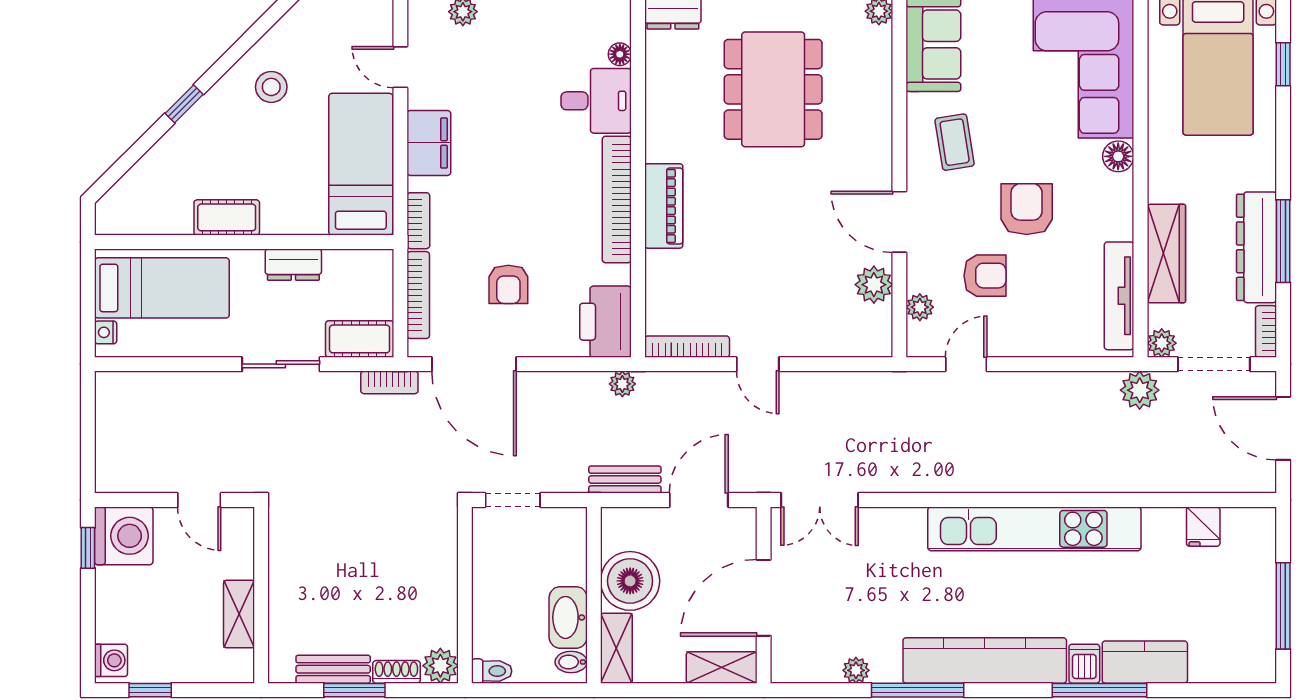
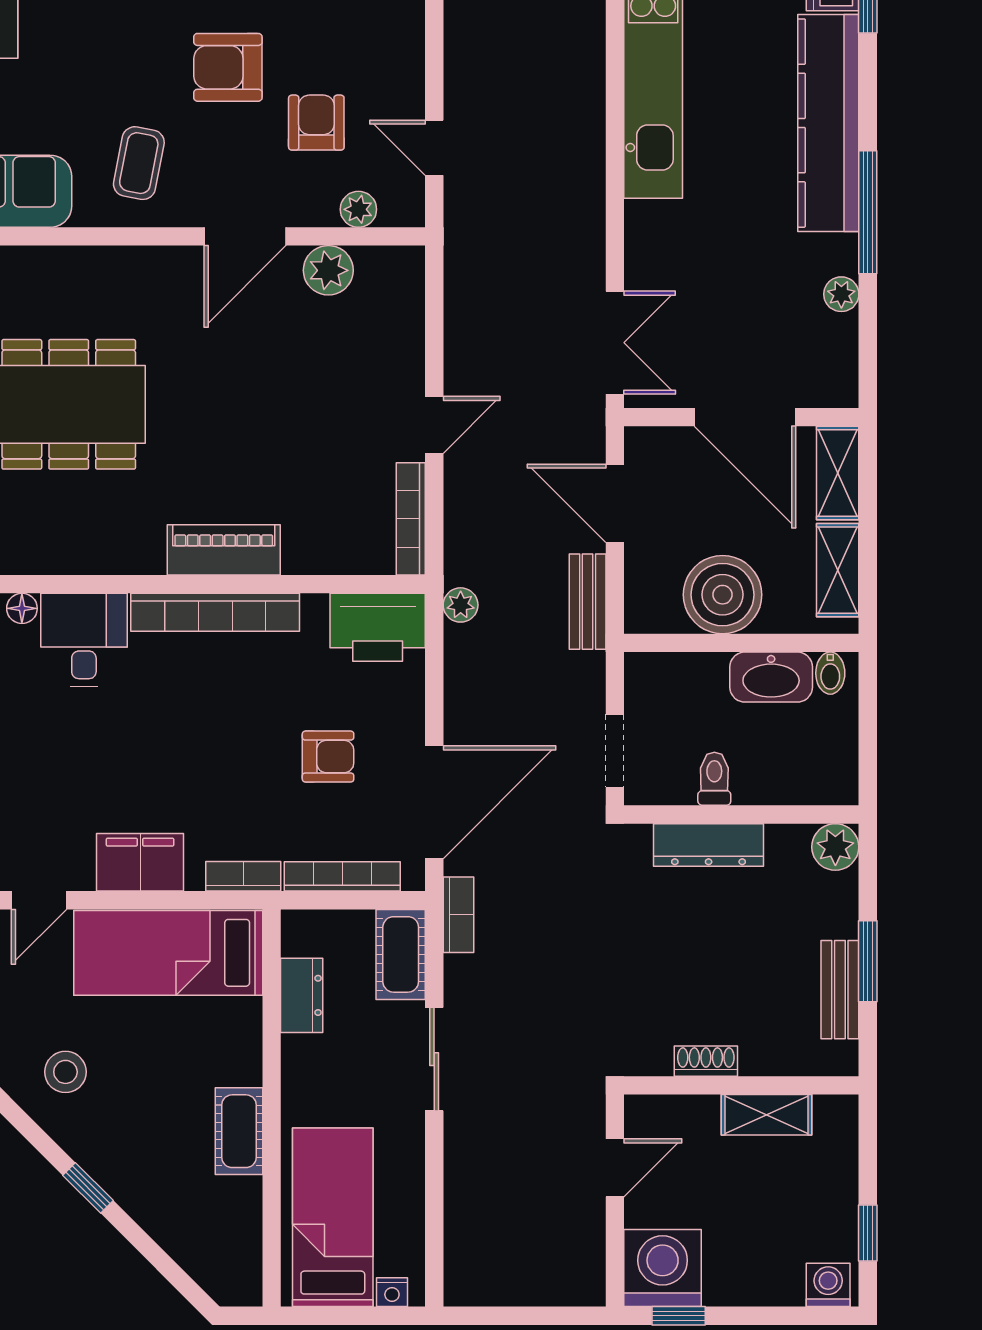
coffee table: (955, 142) -> (139, 163), turned -70
dresser: (293, 265) -> (302, 995), moved
dresser: (442, 570) -> (709, 845), added
shelving: (616, 648) -> (838, 570), moved, turned 90
toilet: (492, 671) -> (714, 779), moved
shoe rack: (396, 672) -> (706, 1061), moved, turned 90

